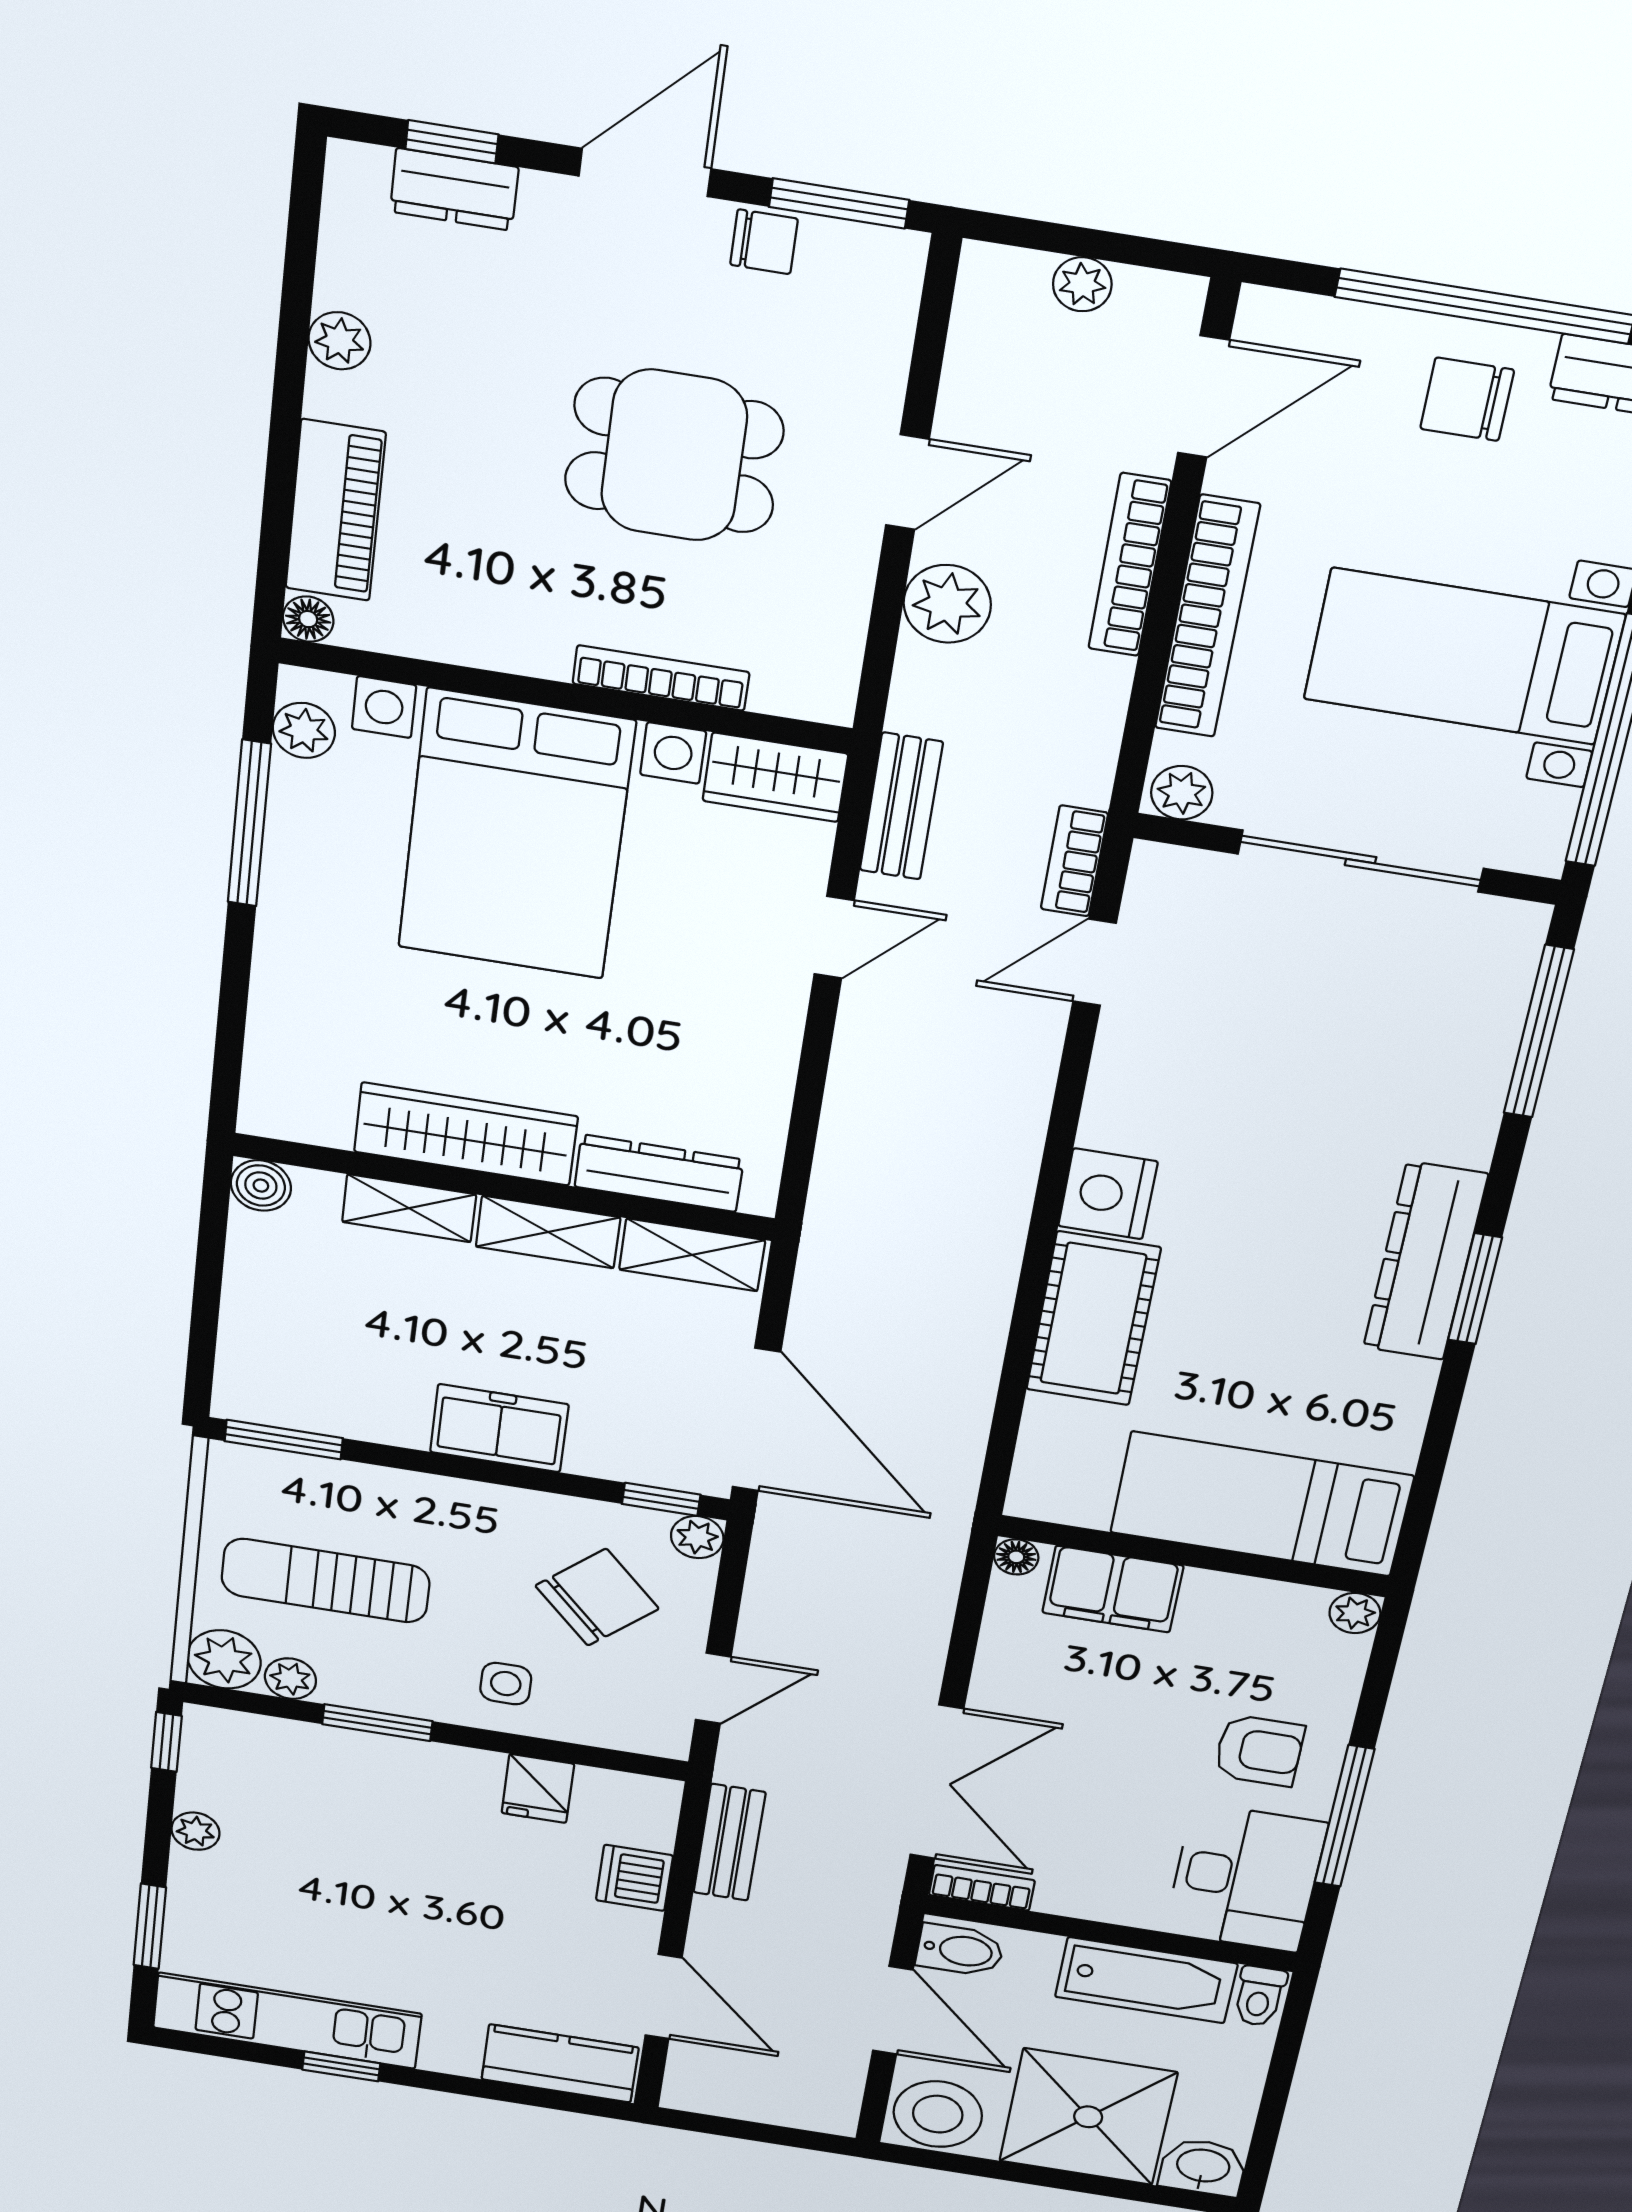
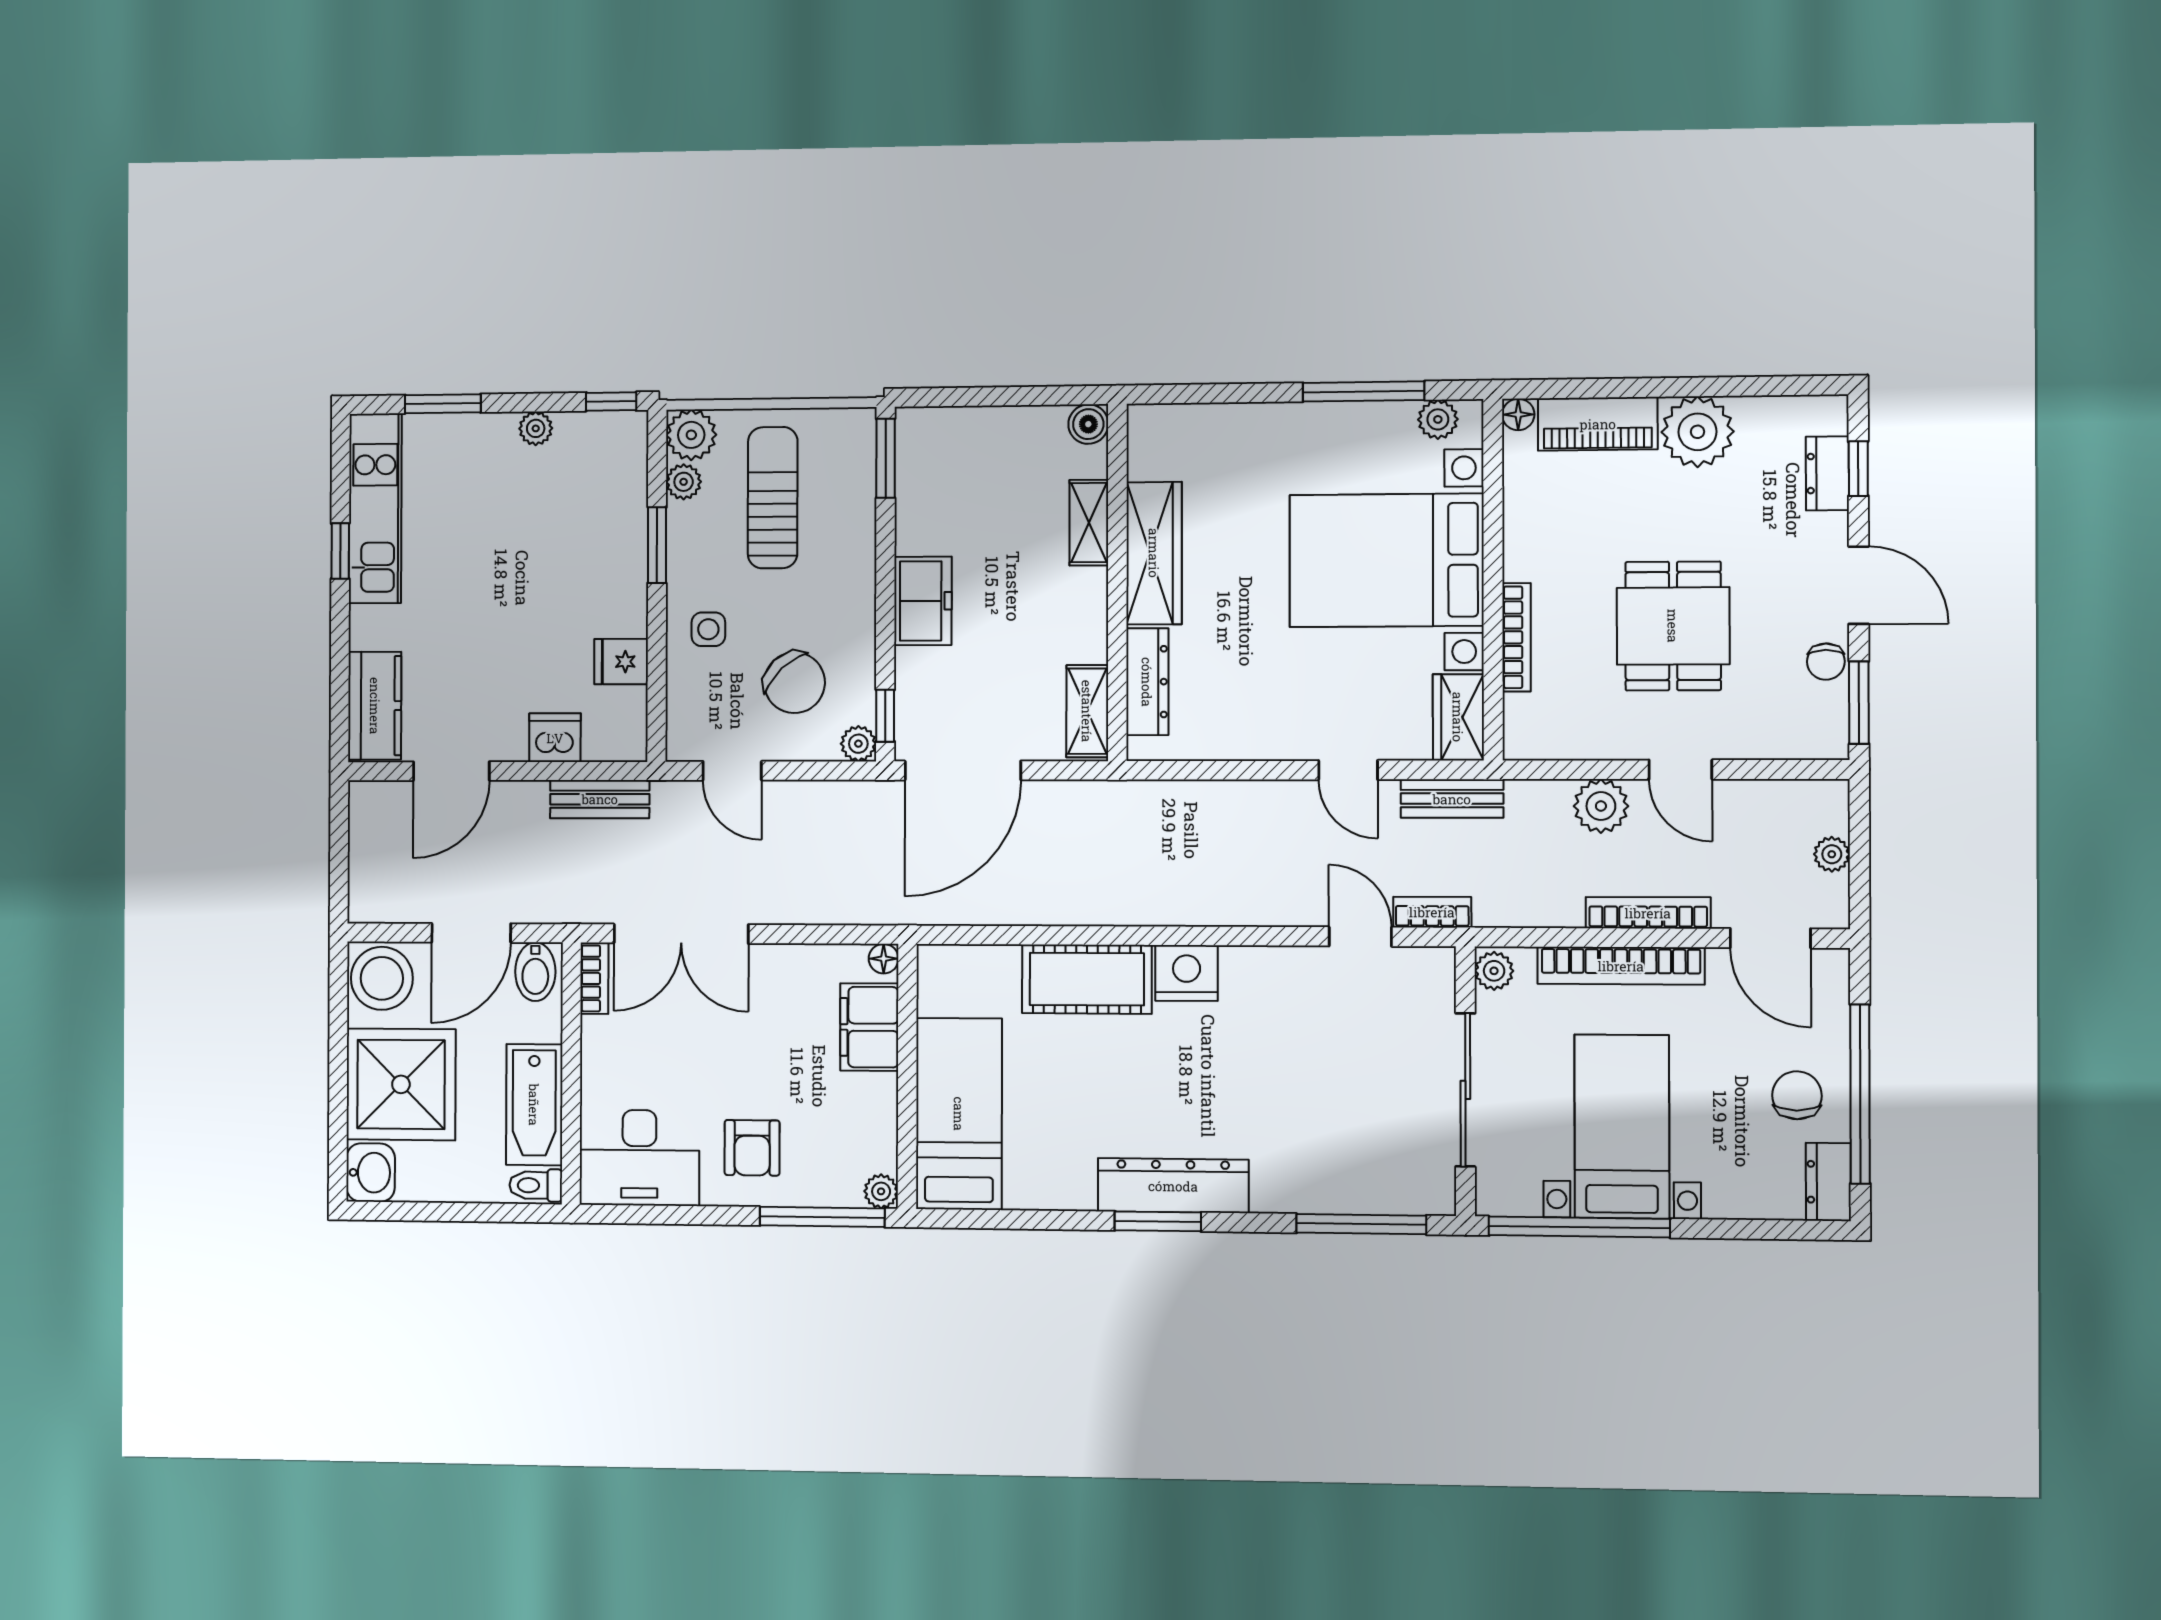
plant: (339, 341) -> (1698, 432), width x1.88, depth x1.88
shelving: (548, 1232) -> (1087, 615), removed
window: (1344, 1816) -> (822, 1217), moved

